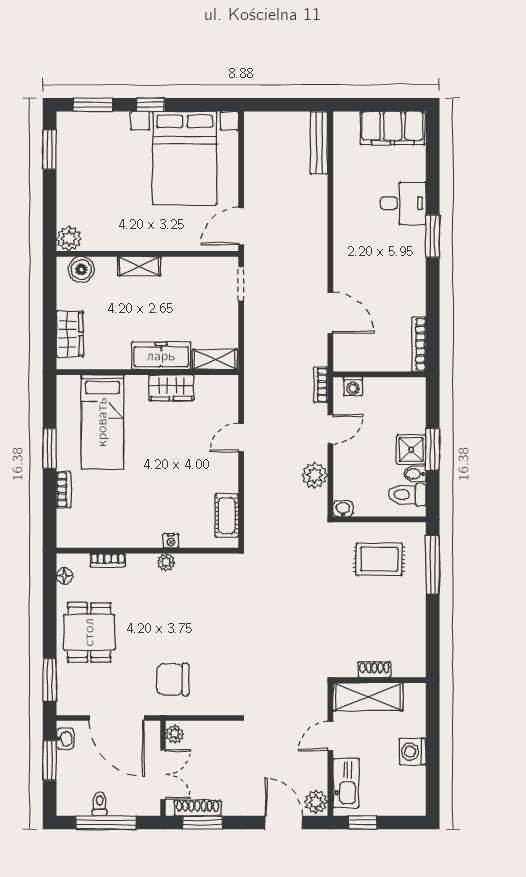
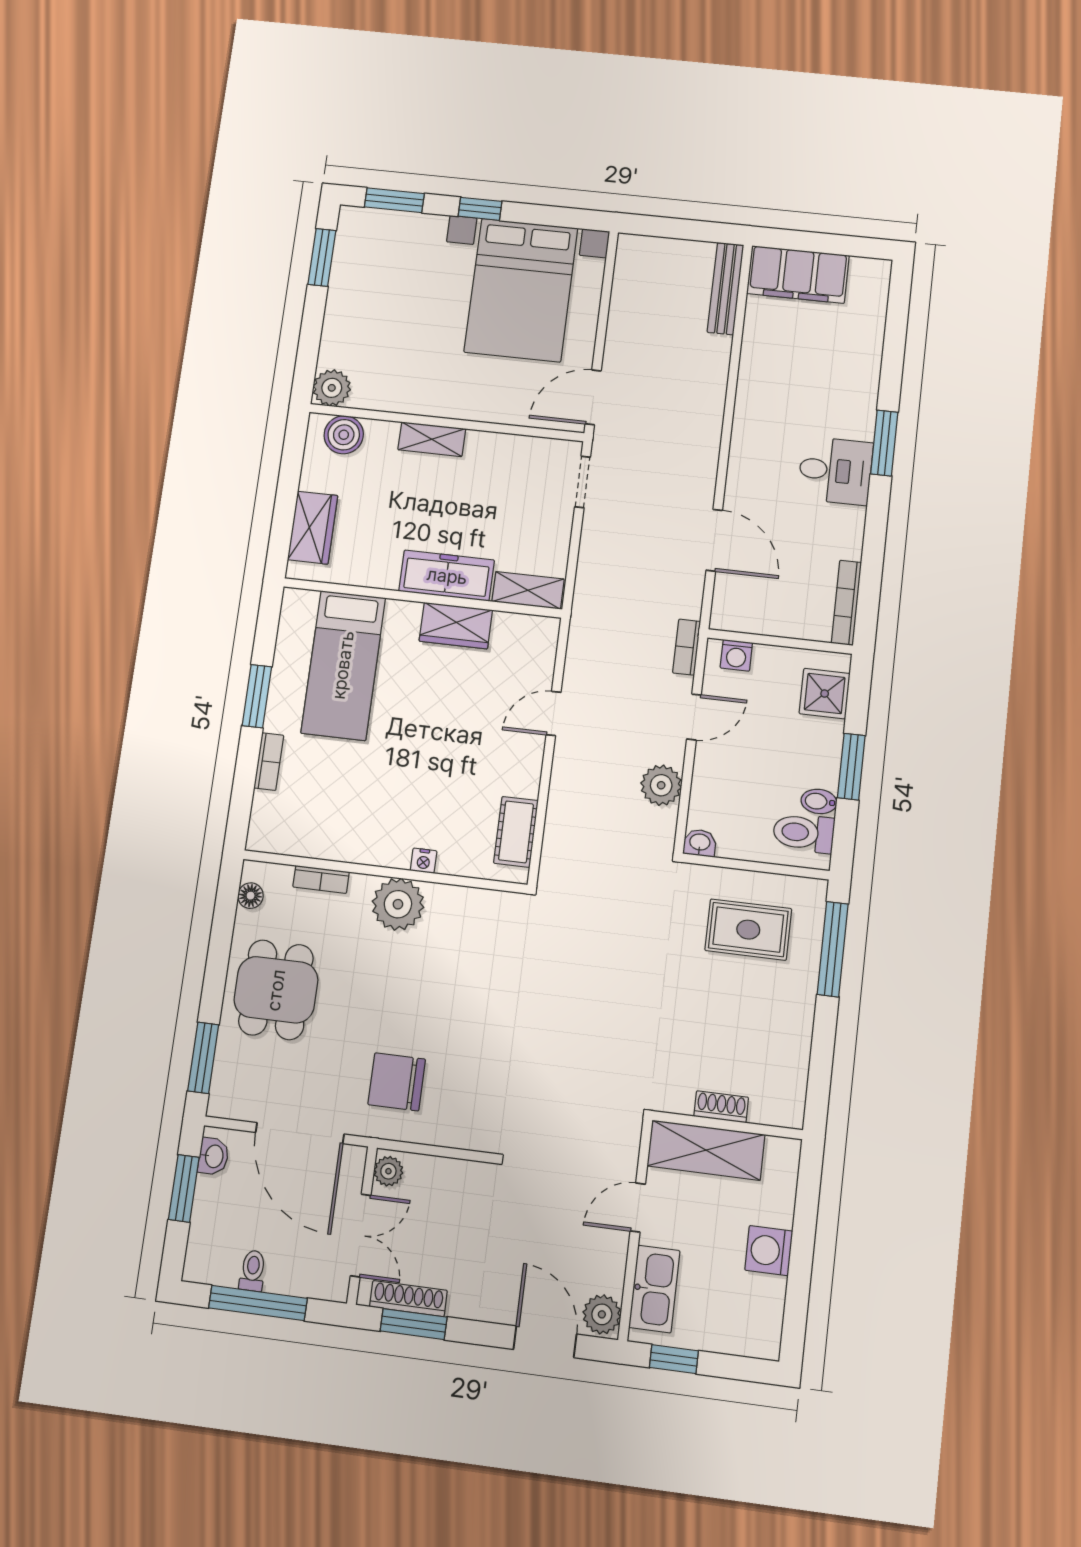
filing cabinet: (392, 128) -> (798, 275), moved
desk: (403, 203) -> (835, 471), moved
shower: (411, 450) -> (825, 694), moved
plant: (166, 562) -> (398, 904), width x1.87, depth x1.87

